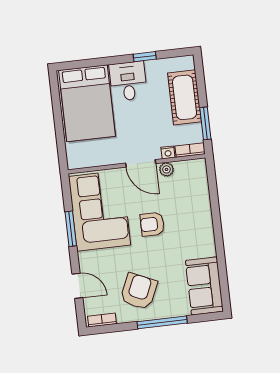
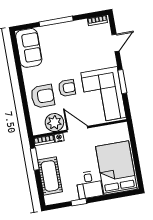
plant: (167, 169) -> (54, 123), width x1.88, depth x1.88
door: (77, 286) -> (116, 43), swing flipped
armchair: (139, 291) -> (43, 96), moved, turned -114

